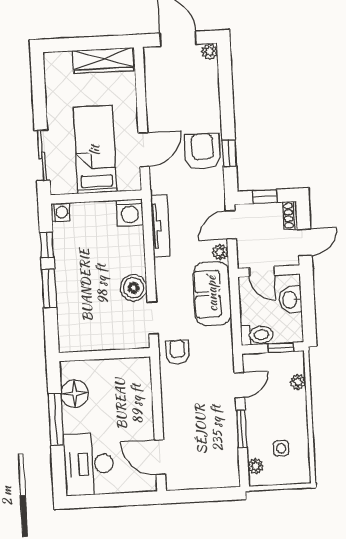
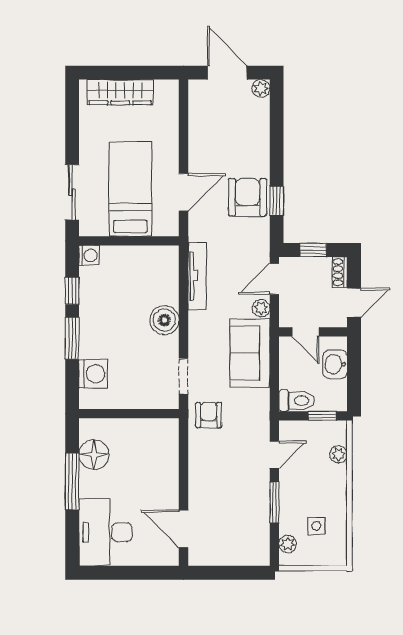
wardrobe: (103, 60) -> (120, 92), moved
washing machine: (130, 212) -> (93, 374), moved, turned -90
boiler: (134, 288) -> (164, 320), moved

